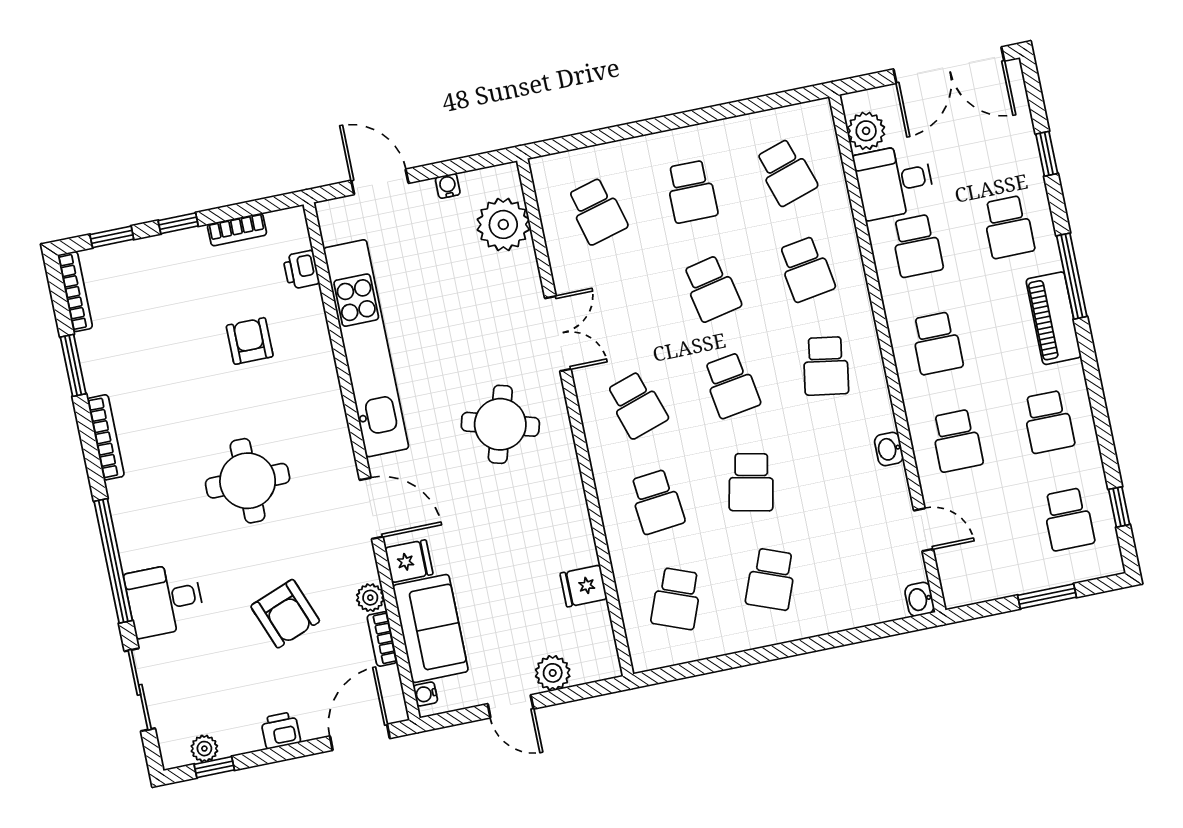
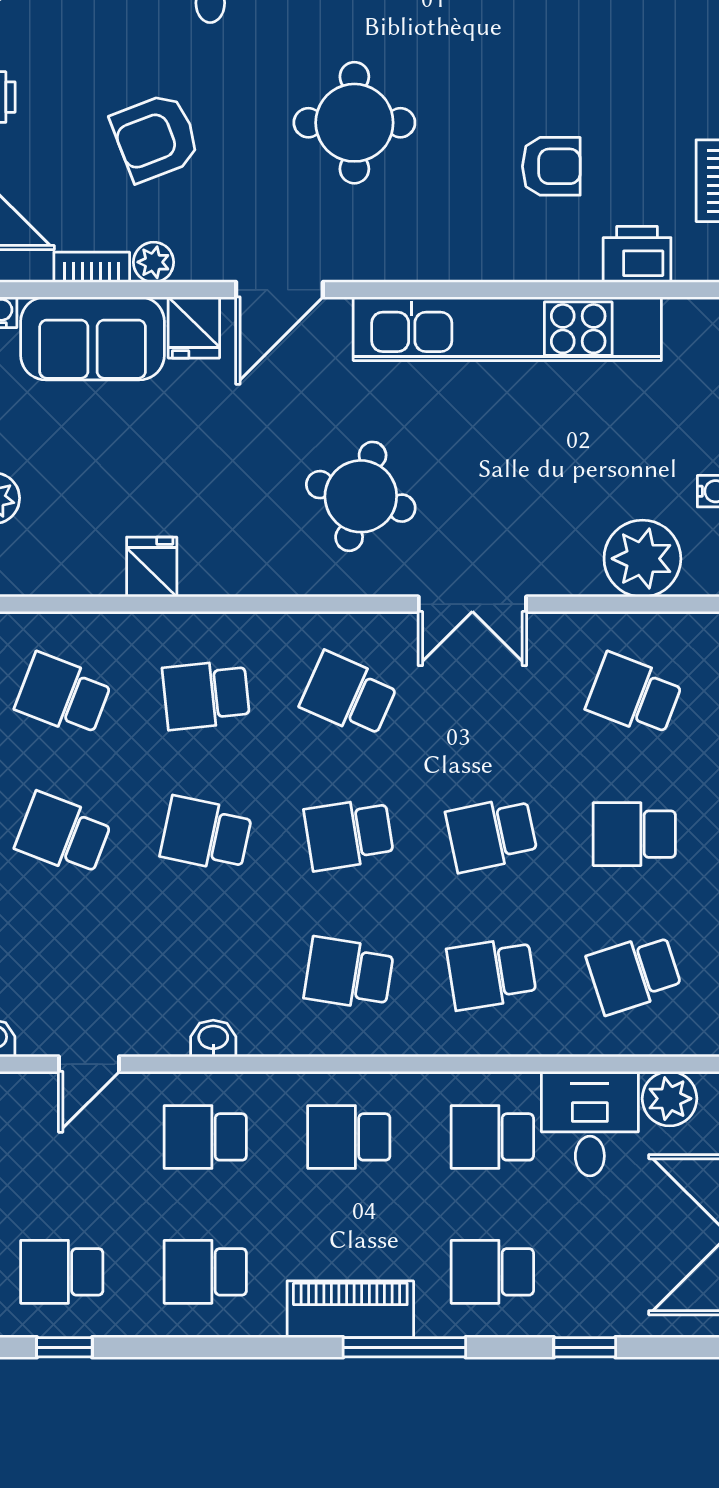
school desk: (597, 211) -> (634, 695), turned 36
printer: (301, 270) -> (637, 254), width x1.36, depth x1.24
school desk: (637, 405) -> (349, 695), turned 42
fridge: (583, 586) -> (152, 567), moved

